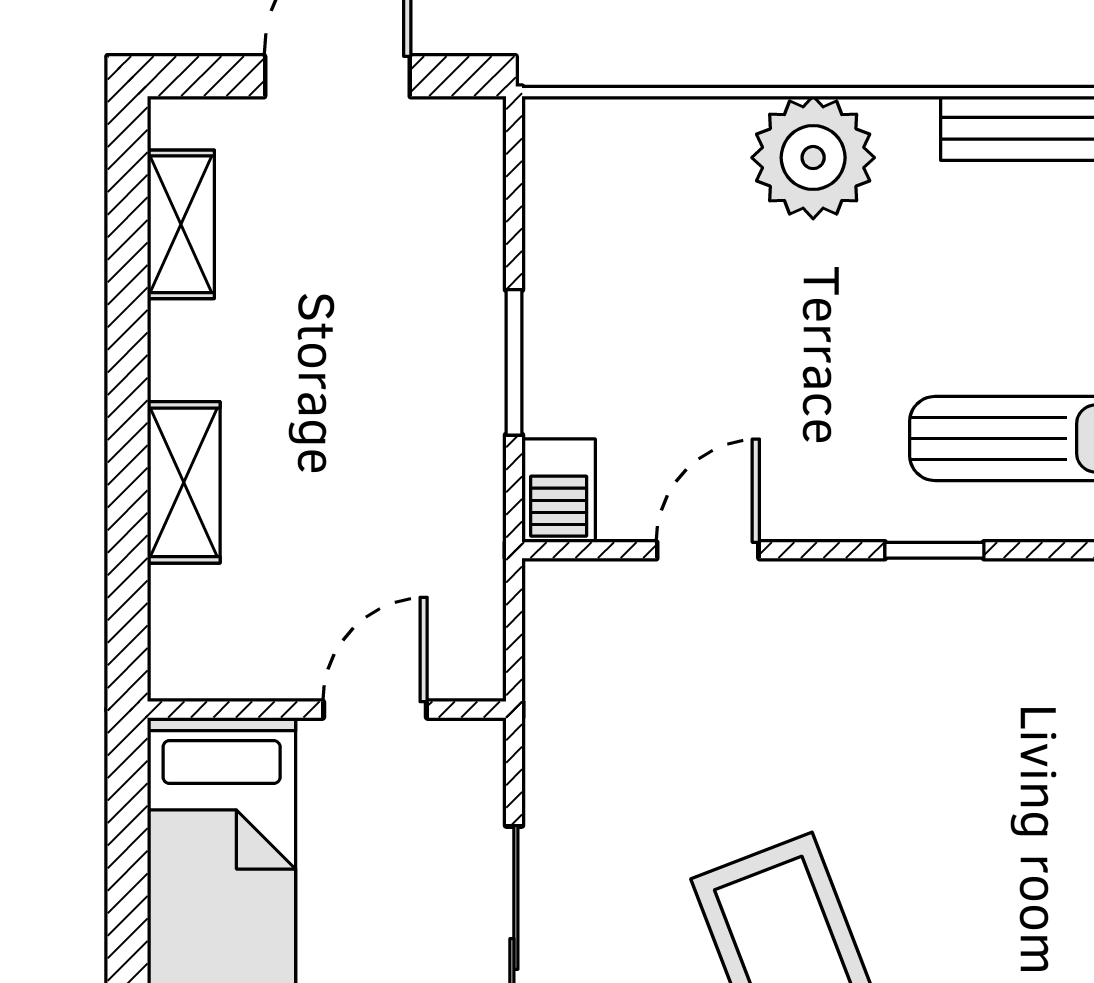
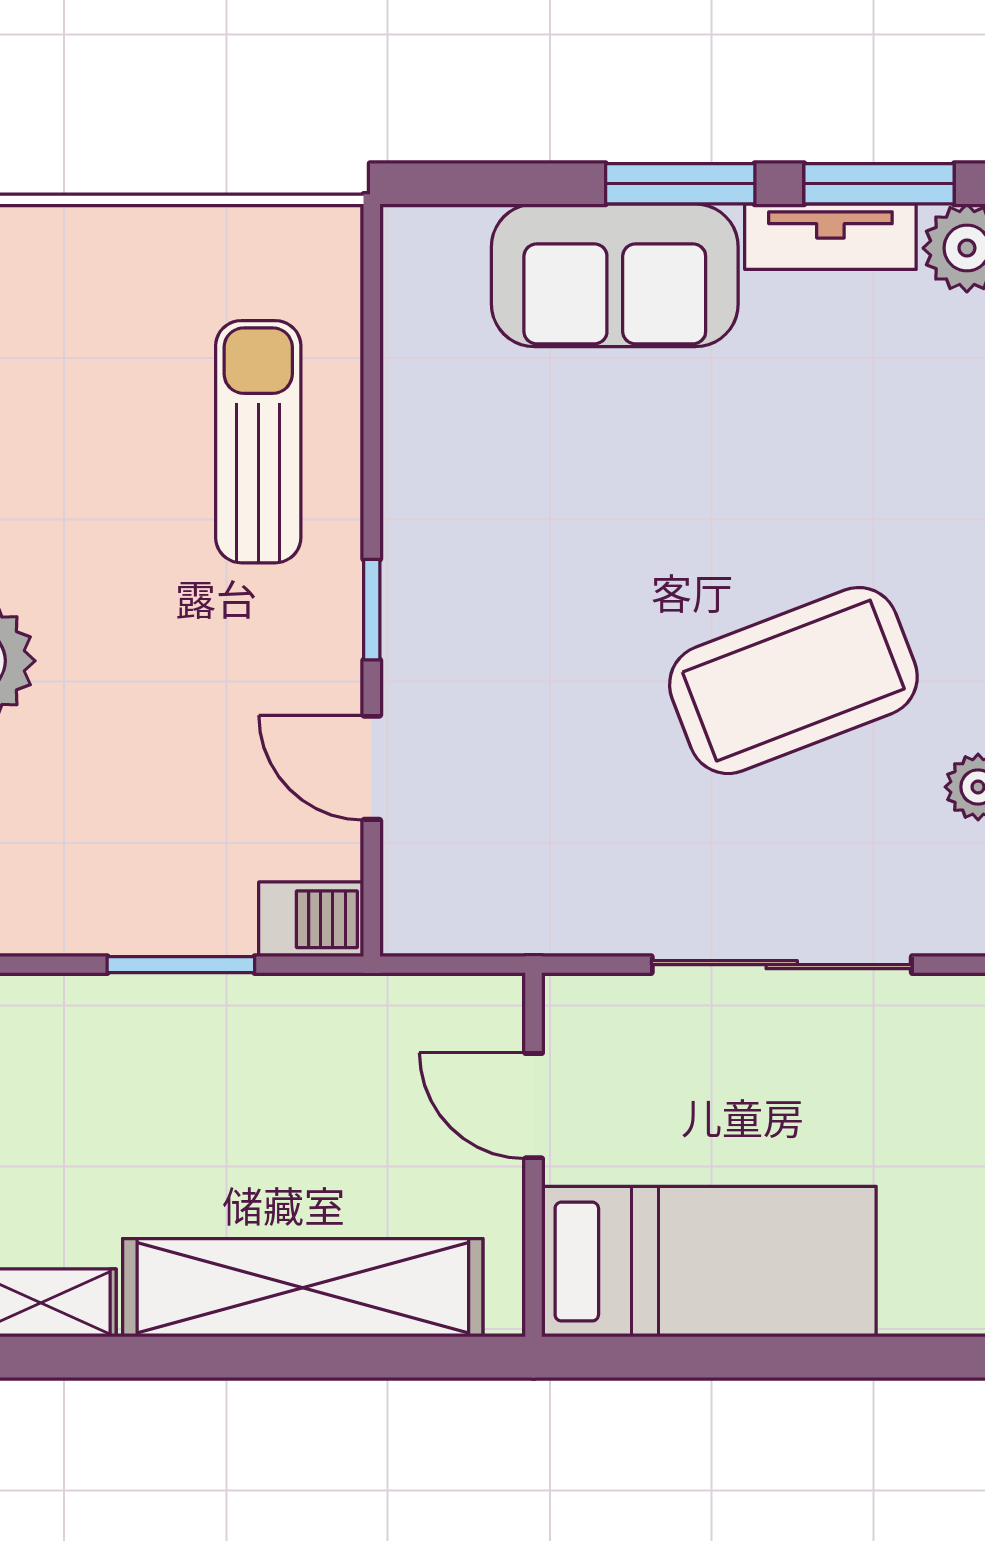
shelving: (184, 482) -> (303, 1288), width x2.20, depth x1.33
window: (934, 550) -> (372, 610), moved

